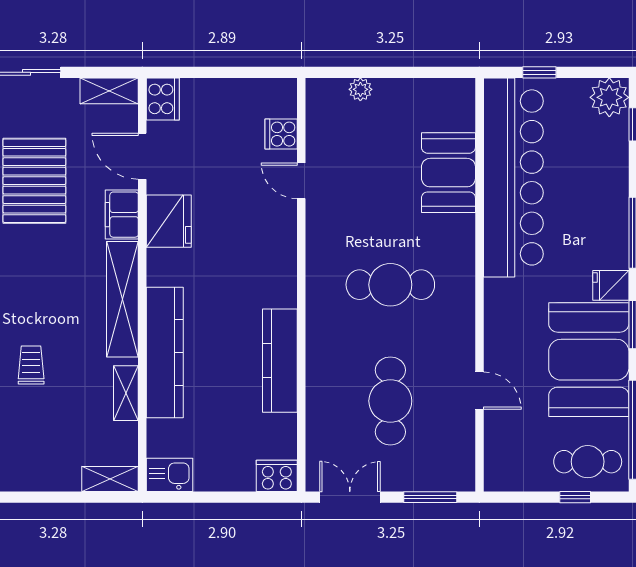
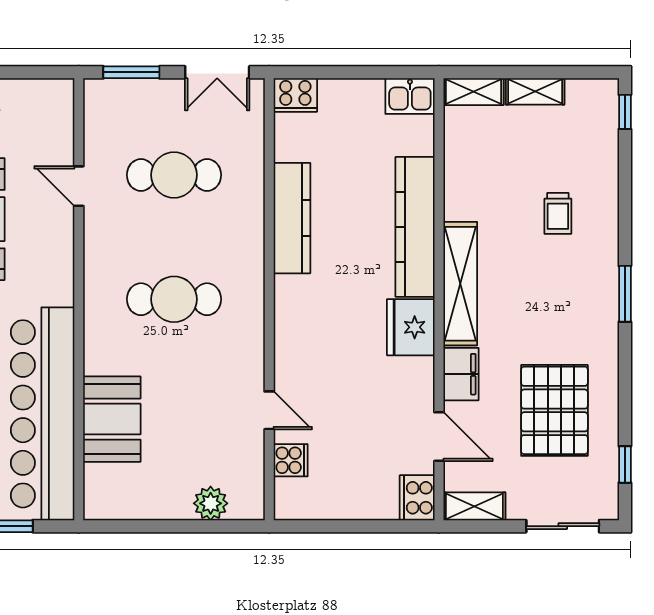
plant: (360, 89) -> (211, 503), width x1.38, depth x1.38
fridge: (169, 221) -> (411, 327), moved
shelving: (126, 393) -> (535, 91), moved, turned 90
cafe table: (390, 401) -> (174, 175), turned 90

